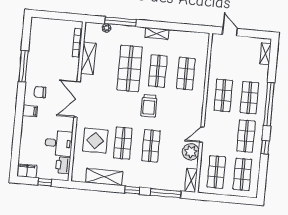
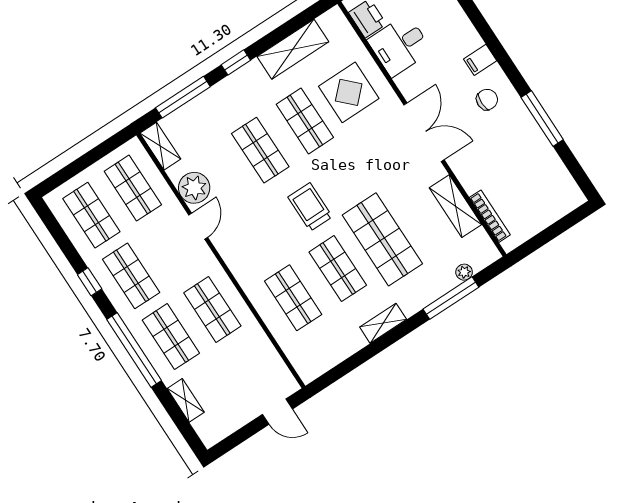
shelving: (265, 54) -> (186, 400), moved

